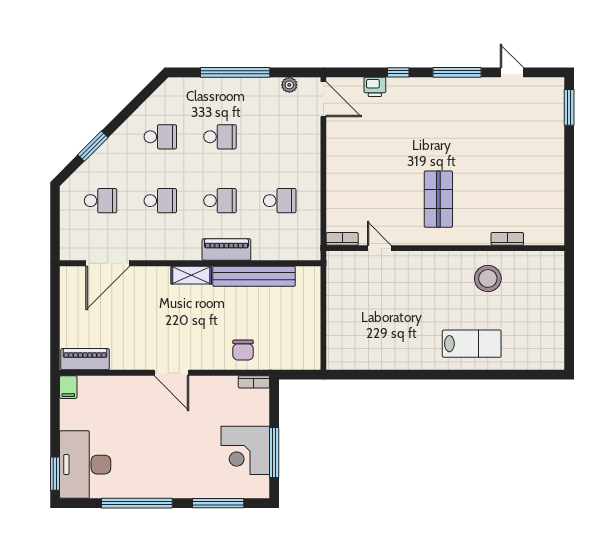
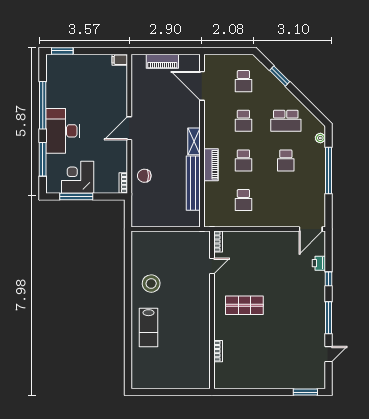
plant: (289, 85) -> (320, 138), moved
school desk: (160, 137) -> (286, 121), width x1.85
stool: (488, 278) -> (151, 284), moved
piano: (85, 359) -> (162, 61), moved, turned 90
desk: (85, 465) -> (63, 131), moved, turned -90

